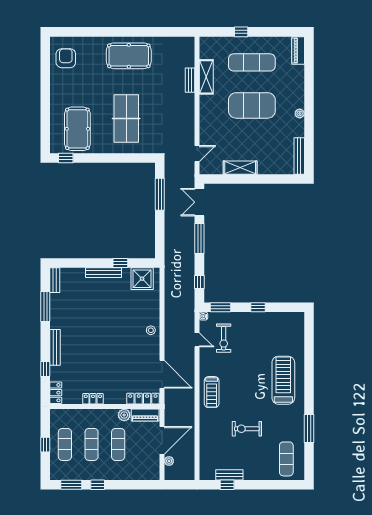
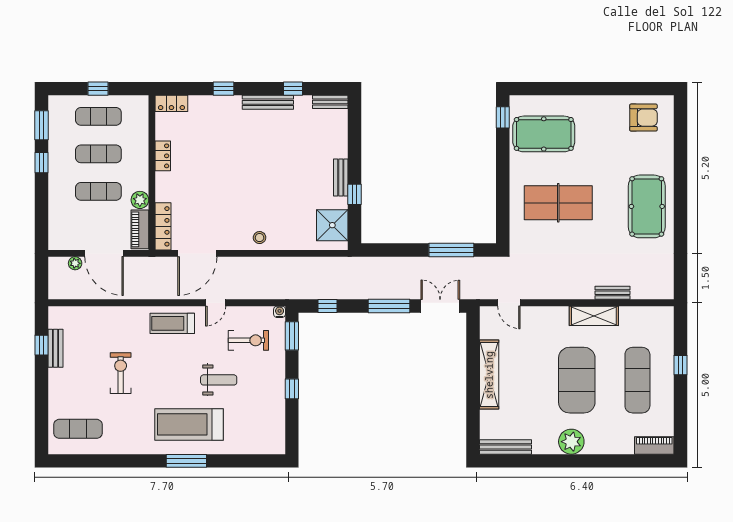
shelving: (206, 77) -> (594, 316), moved
plant: (300, 113) -> (571, 442), width x1.87, depth x1.87
shelving: (240, 168) -> (489, 375), width x1.47
bench: (103, 273) -> (341, 177), width x0.73
window: (45, 307) -> (293, 89), width x0.46
exercise bike: (224, 338) -> (248, 340), turned 180
door: (197, 340) -> (216, 303), moved
bench: (55, 347) -> (268, 102), moved
weight bench: (252, 359) -> (219, 380), added
window: (45, 369) -> (224, 89), moved
treadmill: (283, 380) -> (189, 424), turned 180
window: (309, 428) -> (186, 461), moved

